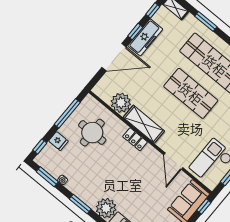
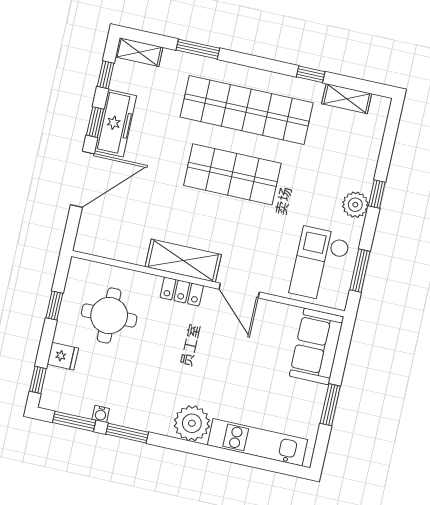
plant: (121, 103) -> (130, 245), removed
window: (67, 113) -> (54, 305), width x0.46
door: (173, 161) -> (239, 291), moved
window: (80, 204) -> (127, 433), moved
window: (204, 206) -> (344, 342), removed

